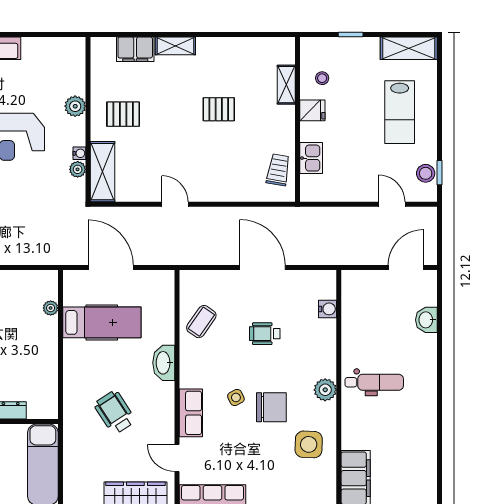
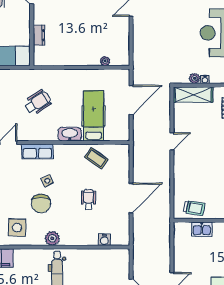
hospital bed: (102, 322) -> (94, 116), moved, turned 180

